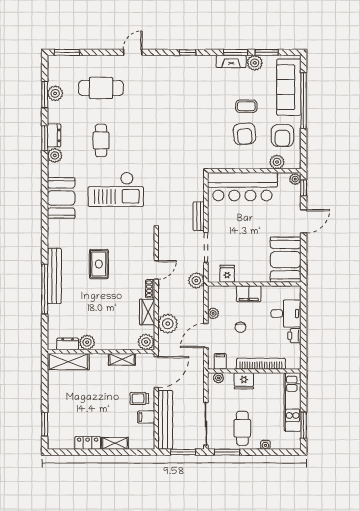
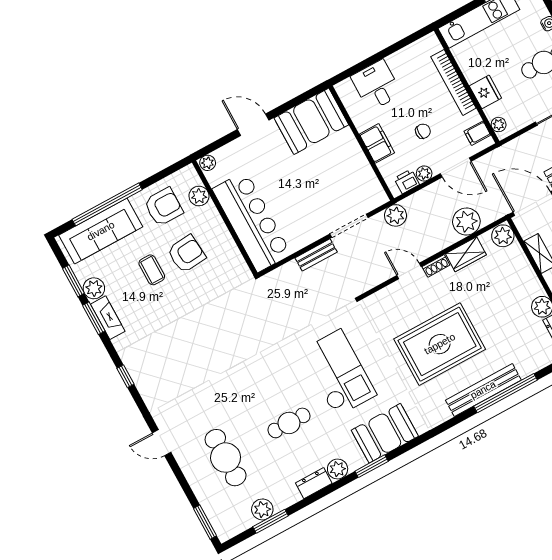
window: (45, 138) -> (372, 466), moved
window: (304, 188) -> (213, 147), removed
rug: (99, 264) -> (440, 344), width x1.86, depth x2.06
fridge: (227, 274) -> (367, 183), removed
printer: (294, 336) -> (407, 181), moved, turned 180

